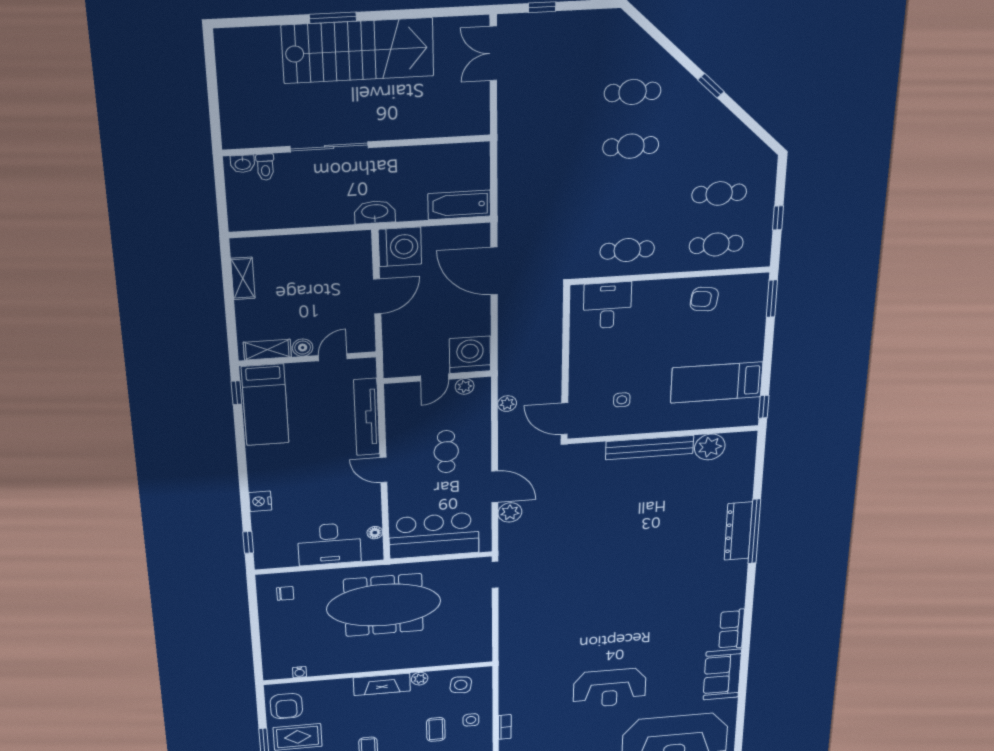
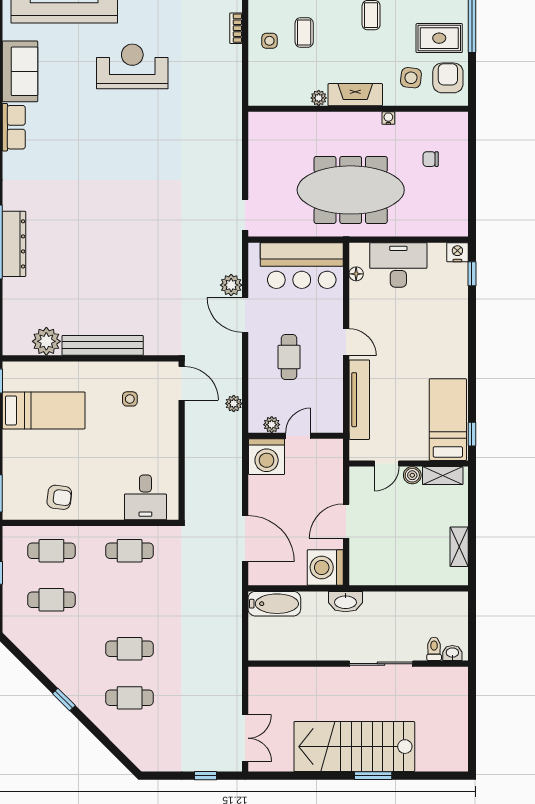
nightstand: (260, 501) -> (457, 252), moved, turned -90
chair: (285, 593) -> (431, 159), moved
water cooler: (299, 672) -> (388, 118), moved
side table: (461, 685) -> (411, 78), moved

